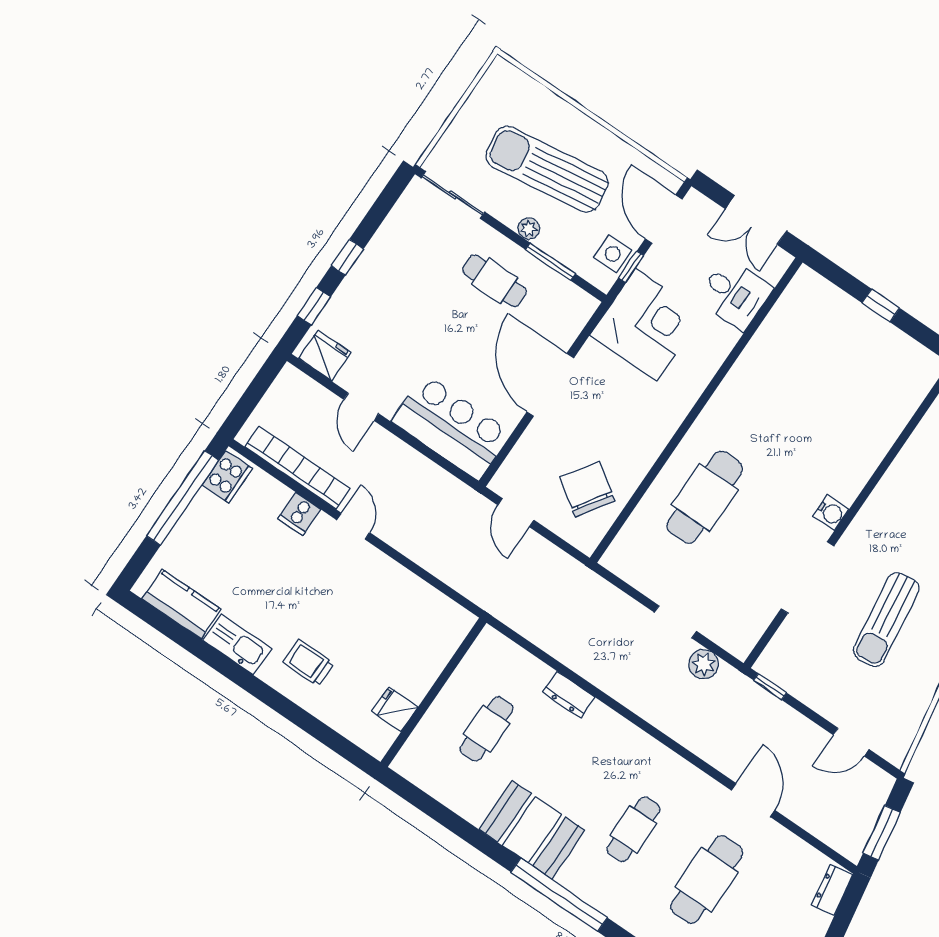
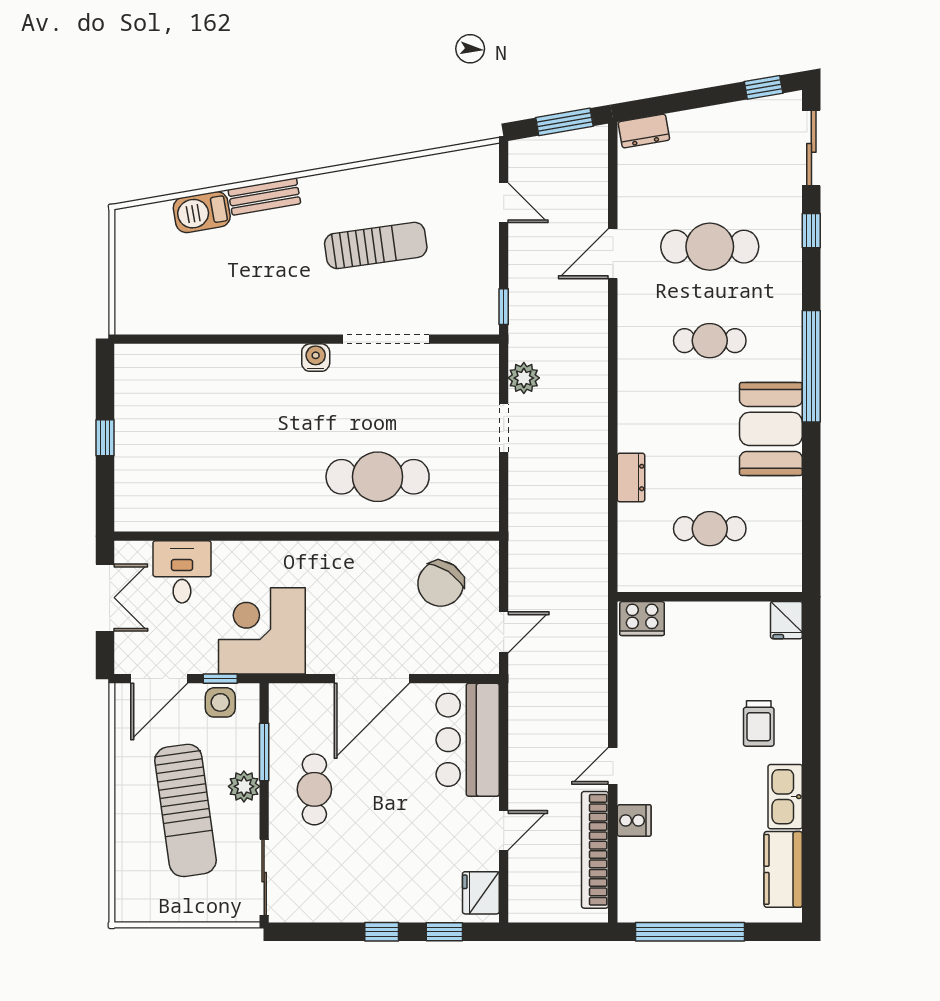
plant: (529, 229) -> (244, 786), width x1.38, depth x1.38
cooker: (227, 477) -> (642, 618), moved, turned 180
fridge: (395, 709) -> (786, 620), moved

